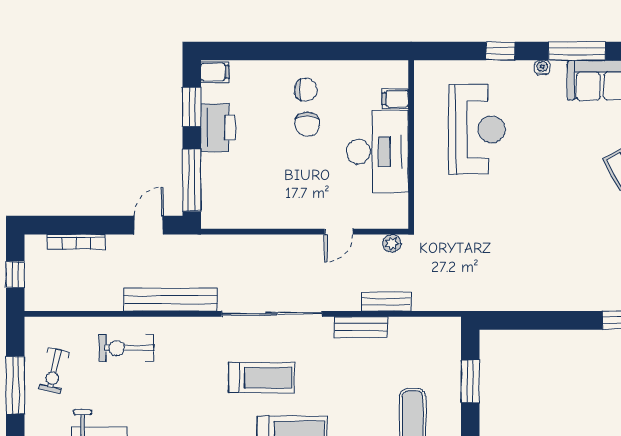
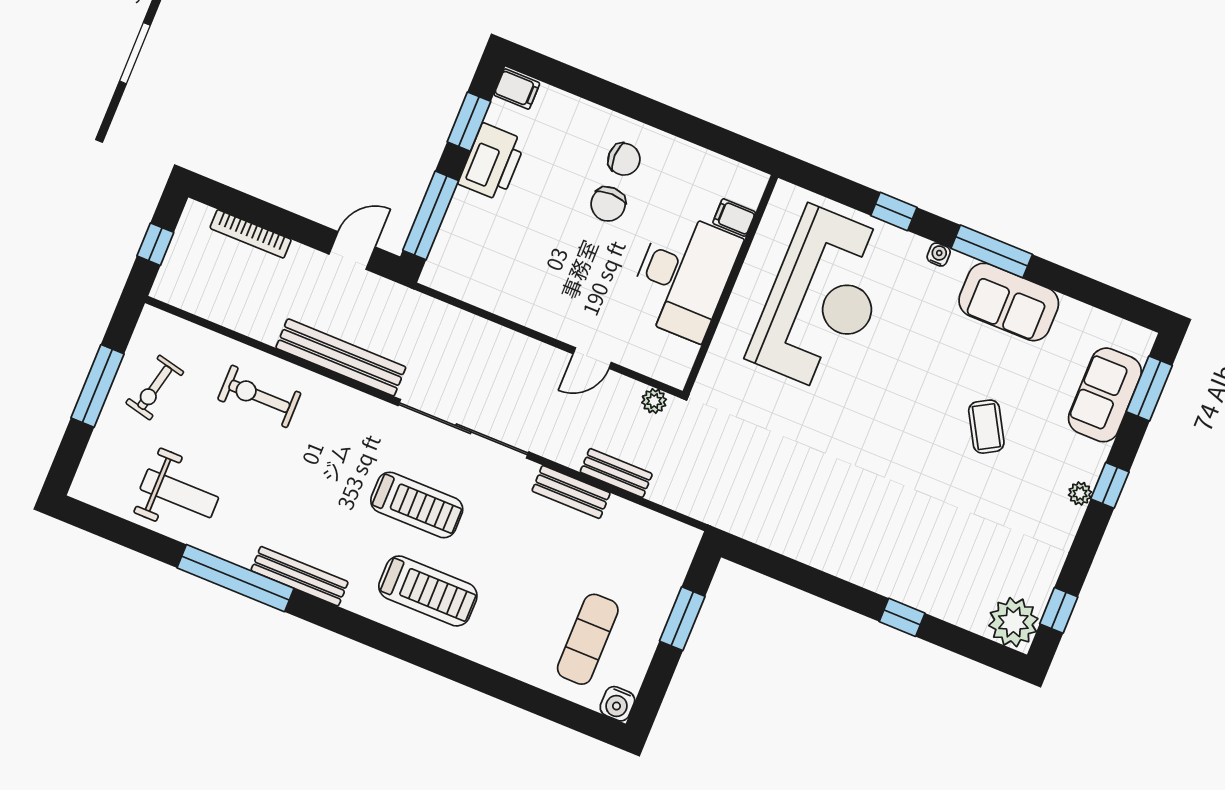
reception desk: (477, 130) -> (823, 300), width x1.36, depth x1.30

